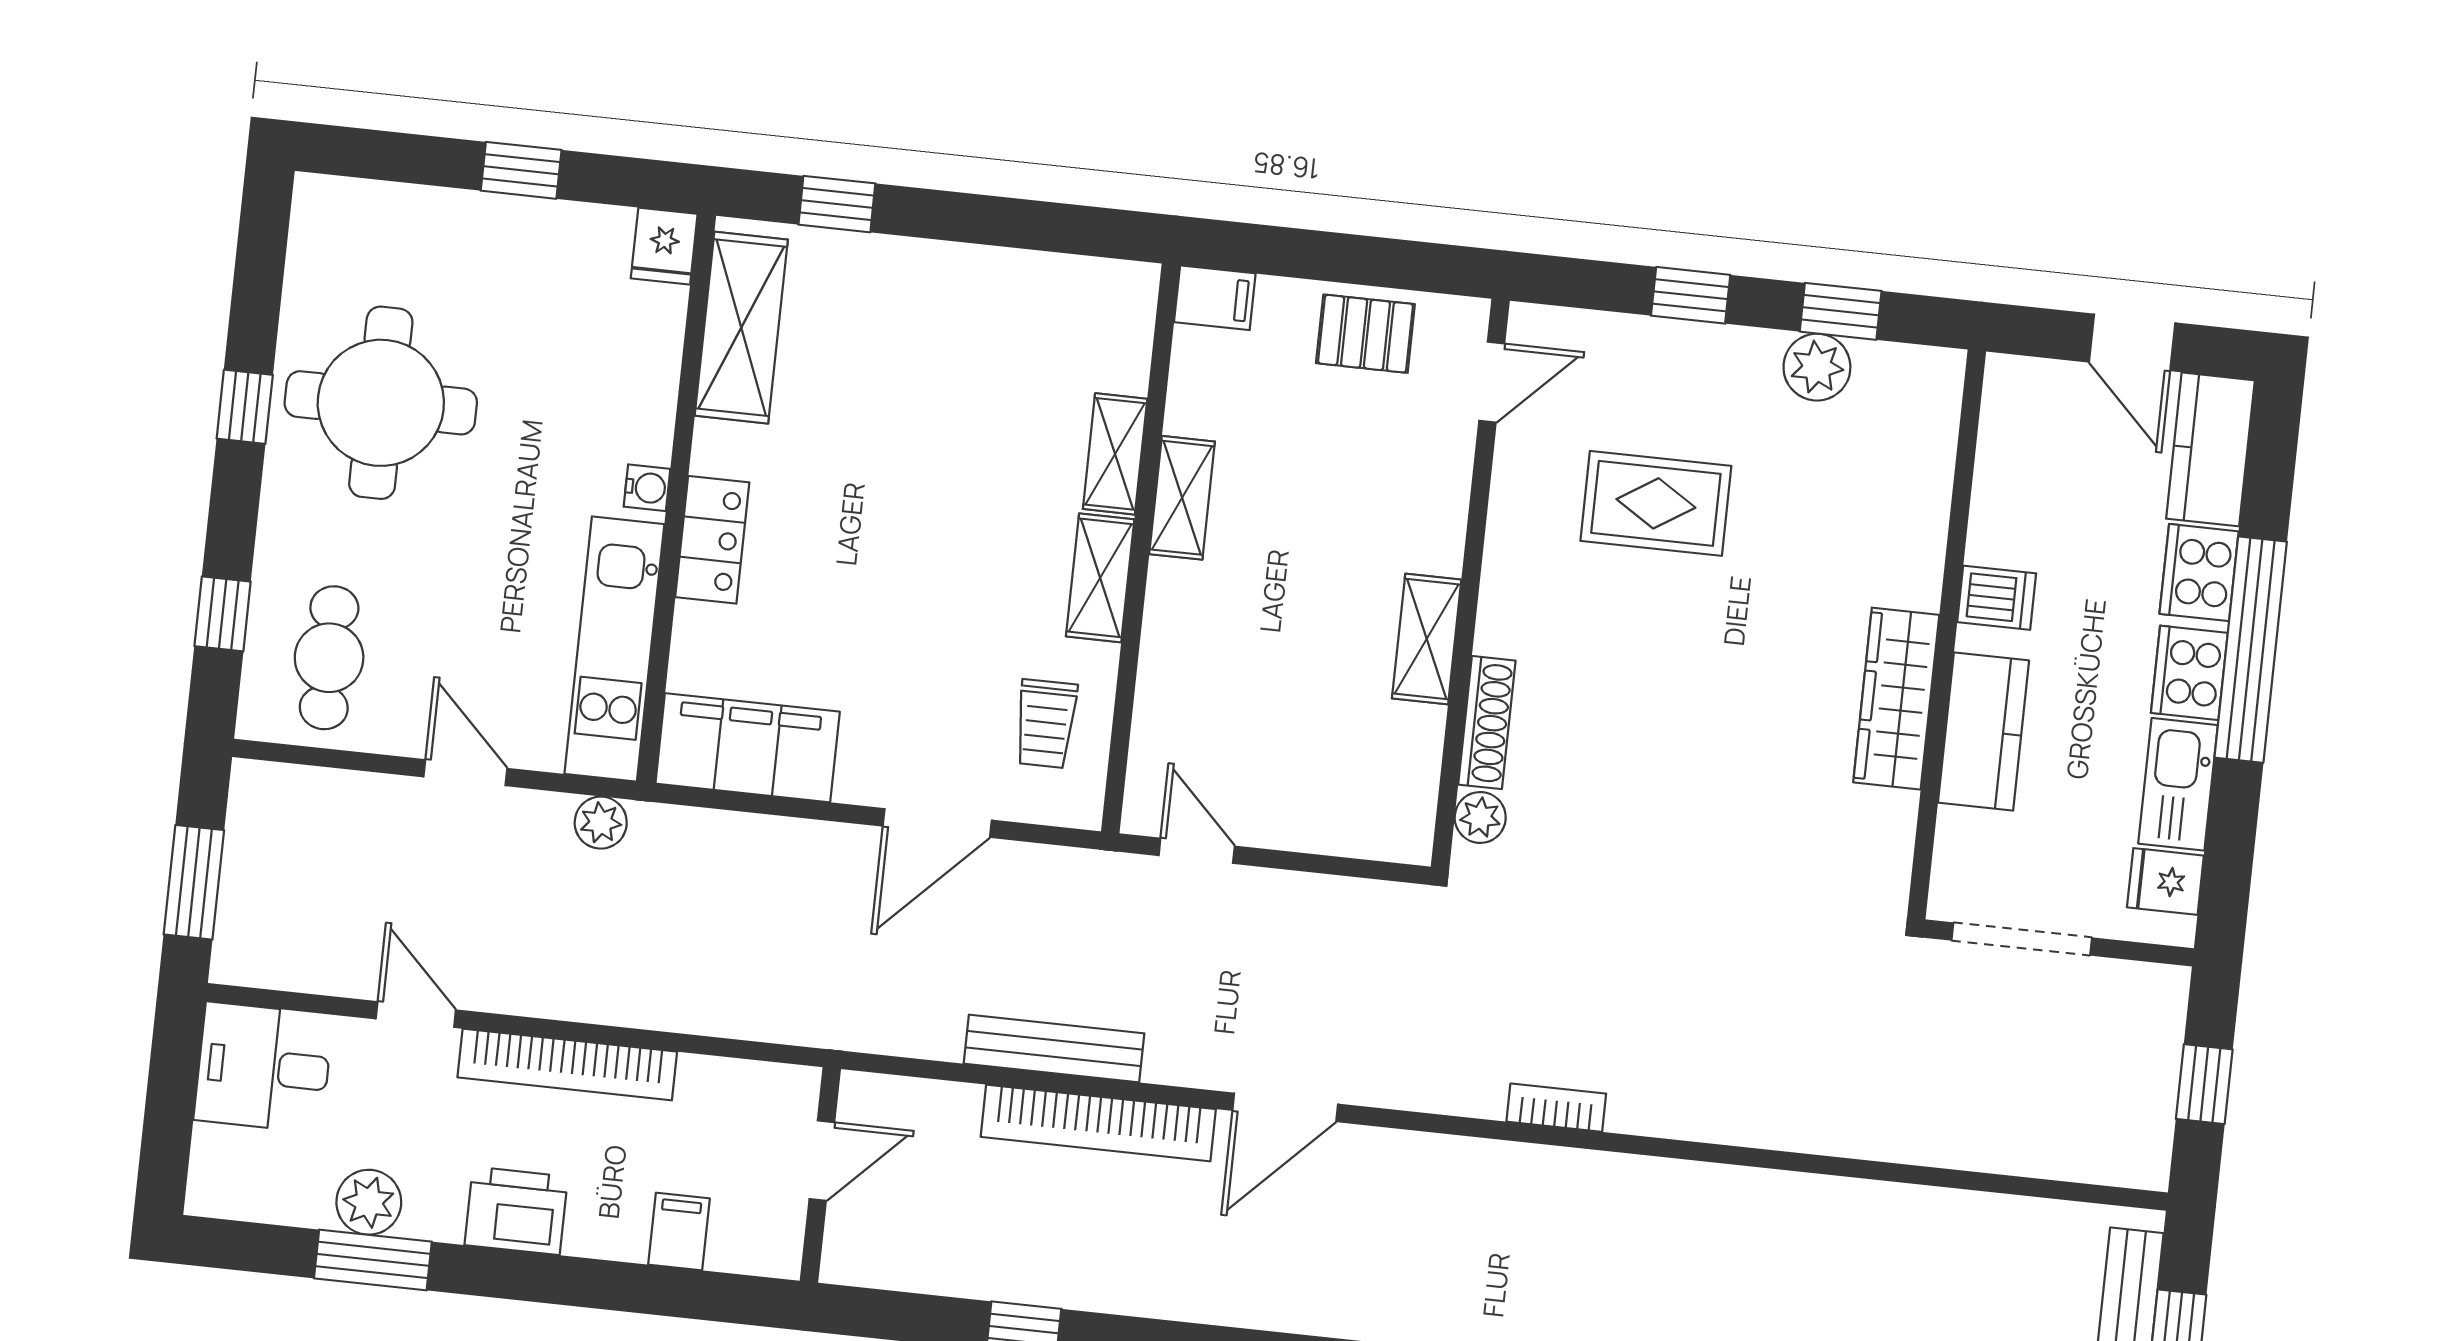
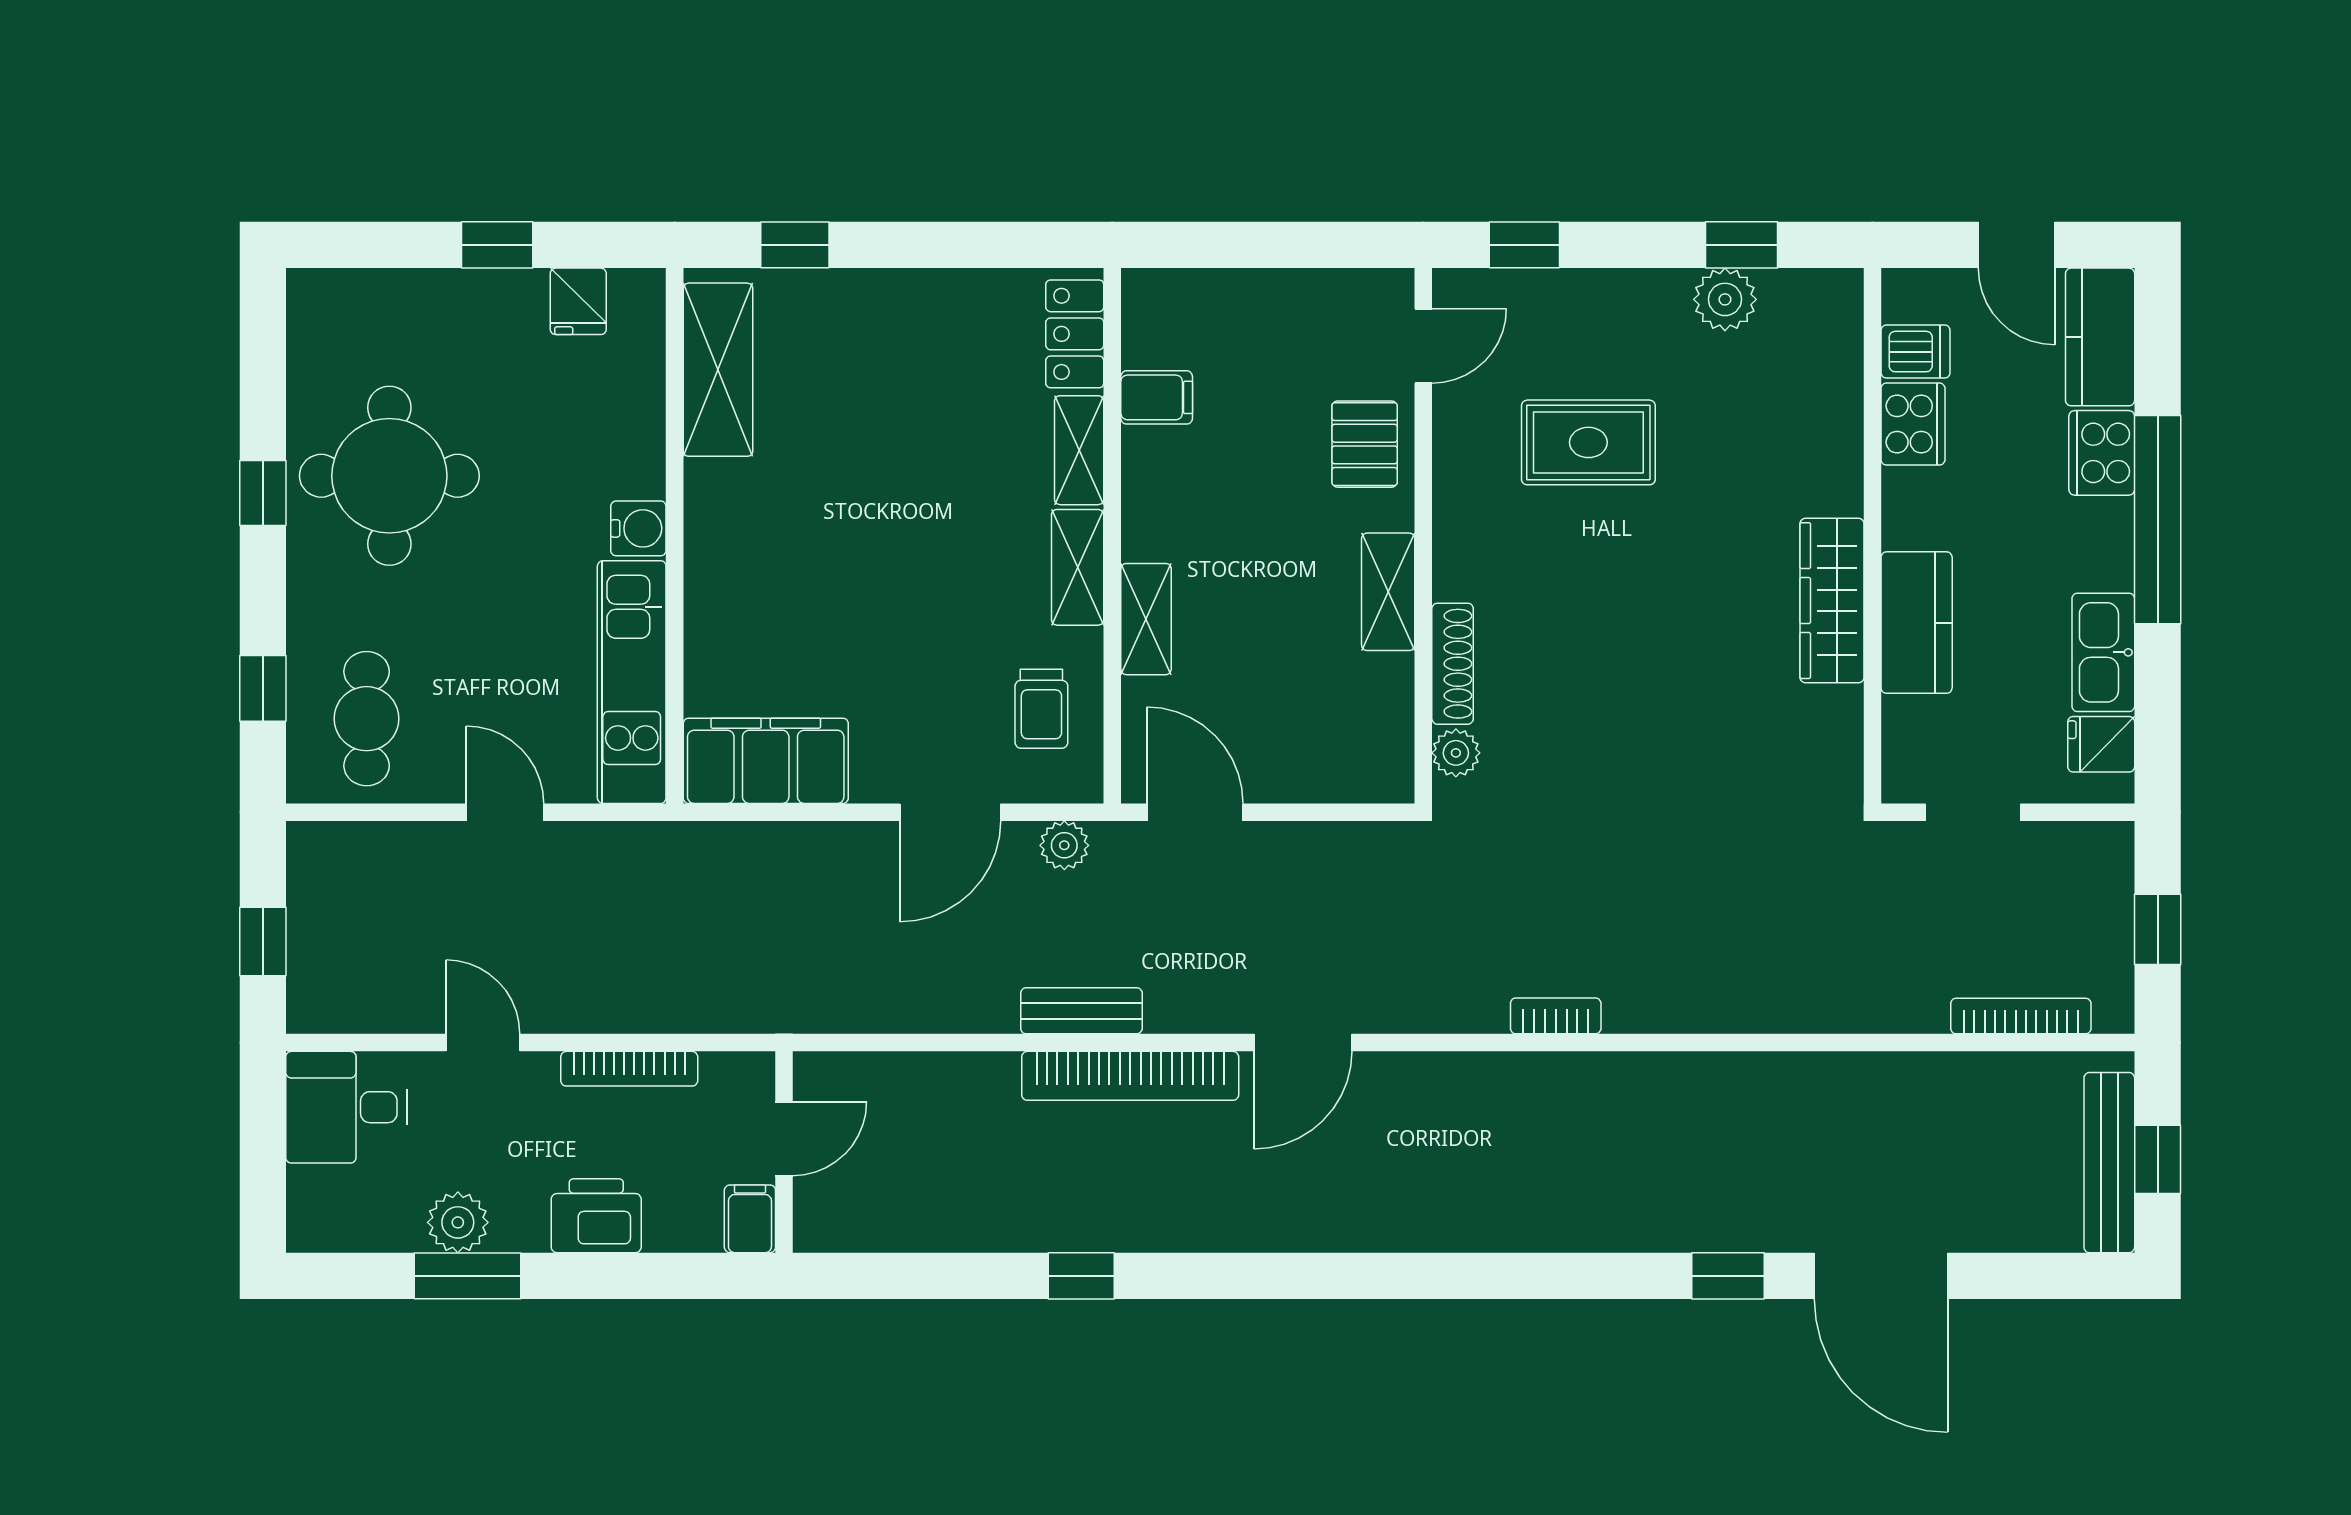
fridge: (664, 246) -> (578, 301), moved
window: (1691, 295) -> (1524, 245), moved
filing cabinet: (1215, 298) -> (1157, 397), moved
pallet: (1365, 334) -> (1365, 444), moved, turned 90
water cooler: (647, 488) -> (638, 528), width x1.38, depth x1.38
shelving: (1182, 498) -> (1146, 619), moved
locker: (712, 540) -> (1075, 334), moved, turned 180
dishwasher: (1997, 598) -> (1916, 352), moved
cooker: (2189, 673) -> (1913, 424), moved, turned 180
plant: (601, 823) -> (1064, 845), moved
door: (1197, 851) -> (1195, 812), width x1.38
window: (194, 882) -> (263, 941), width x0.67
doorway: (2022, 939) -> (1973, 812), width x0.73
bench: (1054, 1049) -> (1081, 1011), width x0.73
bookcase: (567, 1065) -> (629, 1069), width x0.68, depth x0.76
door: (822, 1161) -> (784, 1139), moved
bookcase: (2049, 1161) -> (2021, 1016), added
wall: (820, 1175) -> (784, 1152), moved

